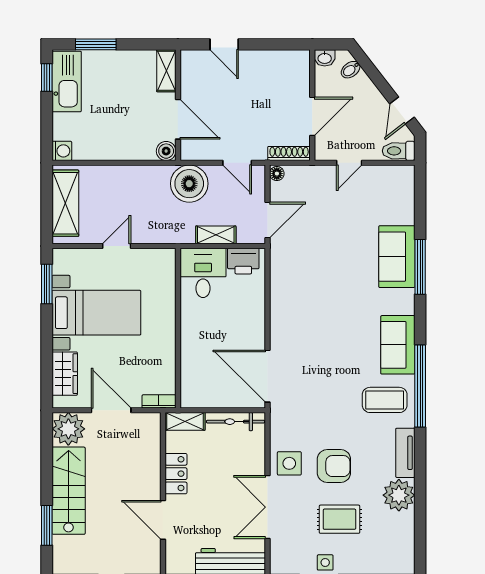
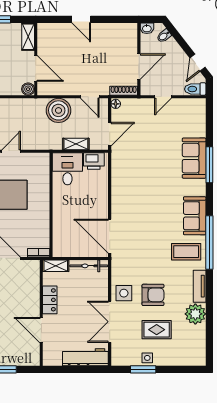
shelving: (166, 71) -> (28, 37), moved
wall: (178, 105) -> (36, 59), moved
door: (178, 119) -> (36, 68), moved
boiler: (166, 151) -> (28, 89), moved

